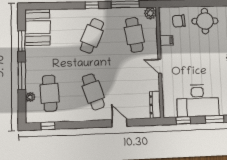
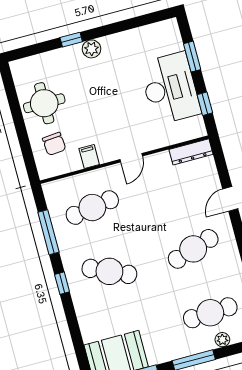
plant: (150, 13) -> (53, 191), removed

